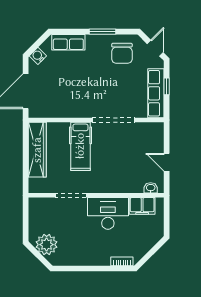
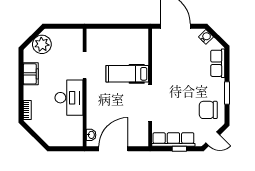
wardrobe: (37, 150) -> (124, 36), removed
door: (167, 162) -> (113, 149), width x1.88
filing cabinet: (142, 206) -> (31, 74), moved, turned 180

